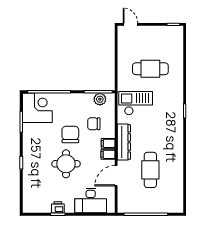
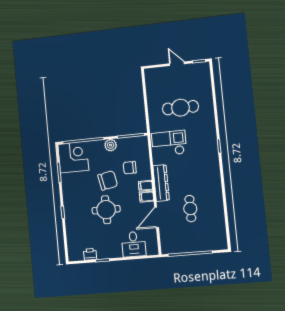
door: (130, 24) -> (177, 64), moved
plant: (100, 99) -> (111, 145), moved
chair: (70, 134) -> (108, 180), turned 79
cafe table: (150, 170) -> (190, 209), width x0.73, depth x0.74
desk: (91, 201) -> (134, 244), width x0.73
printer: (58, 207) -> (90, 254), moved

